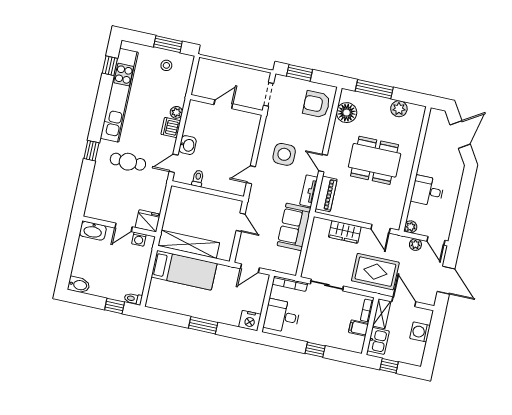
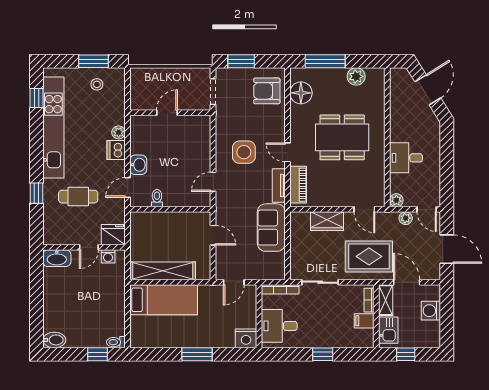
fridge: (148, 221) -> (113, 235), moved
wall: (119, 226) -> (84, 247), moved
door: (124, 227) -> (89, 247), moved
washbasin: (93, 231) -> (57, 258), moved
washing machine: (139, 239) -> (108, 256), moved

